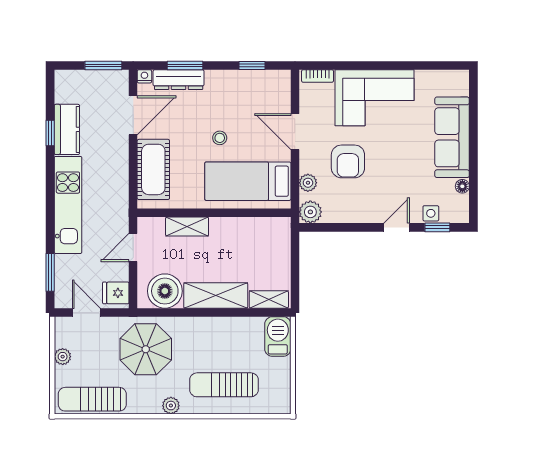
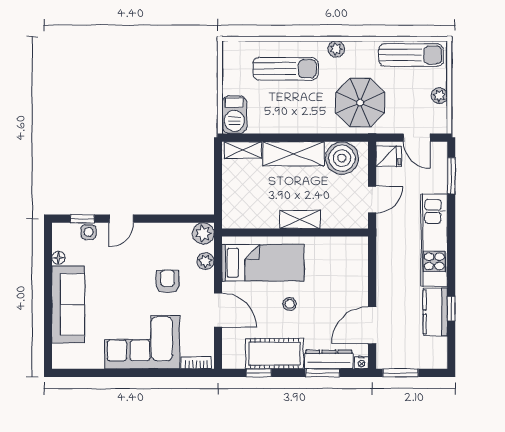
armchair: (348, 161) -> (167, 282), width x0.72, depth x0.72
cot: (153, 169) -> (274, 354), moved, turned 90
shelving: (187, 227) -> (300, 219), moved

